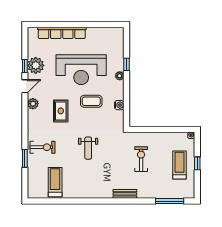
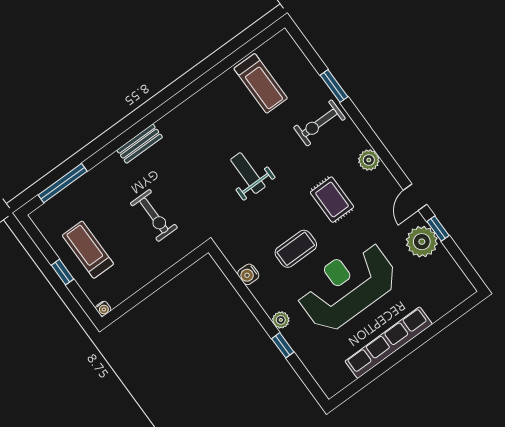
row of seats: (62, 33) -> (389, 343), moved
plant: (33, 104) -> (369, 160), moved
treadmill: (179, 165) -> (88, 250), turned 180

